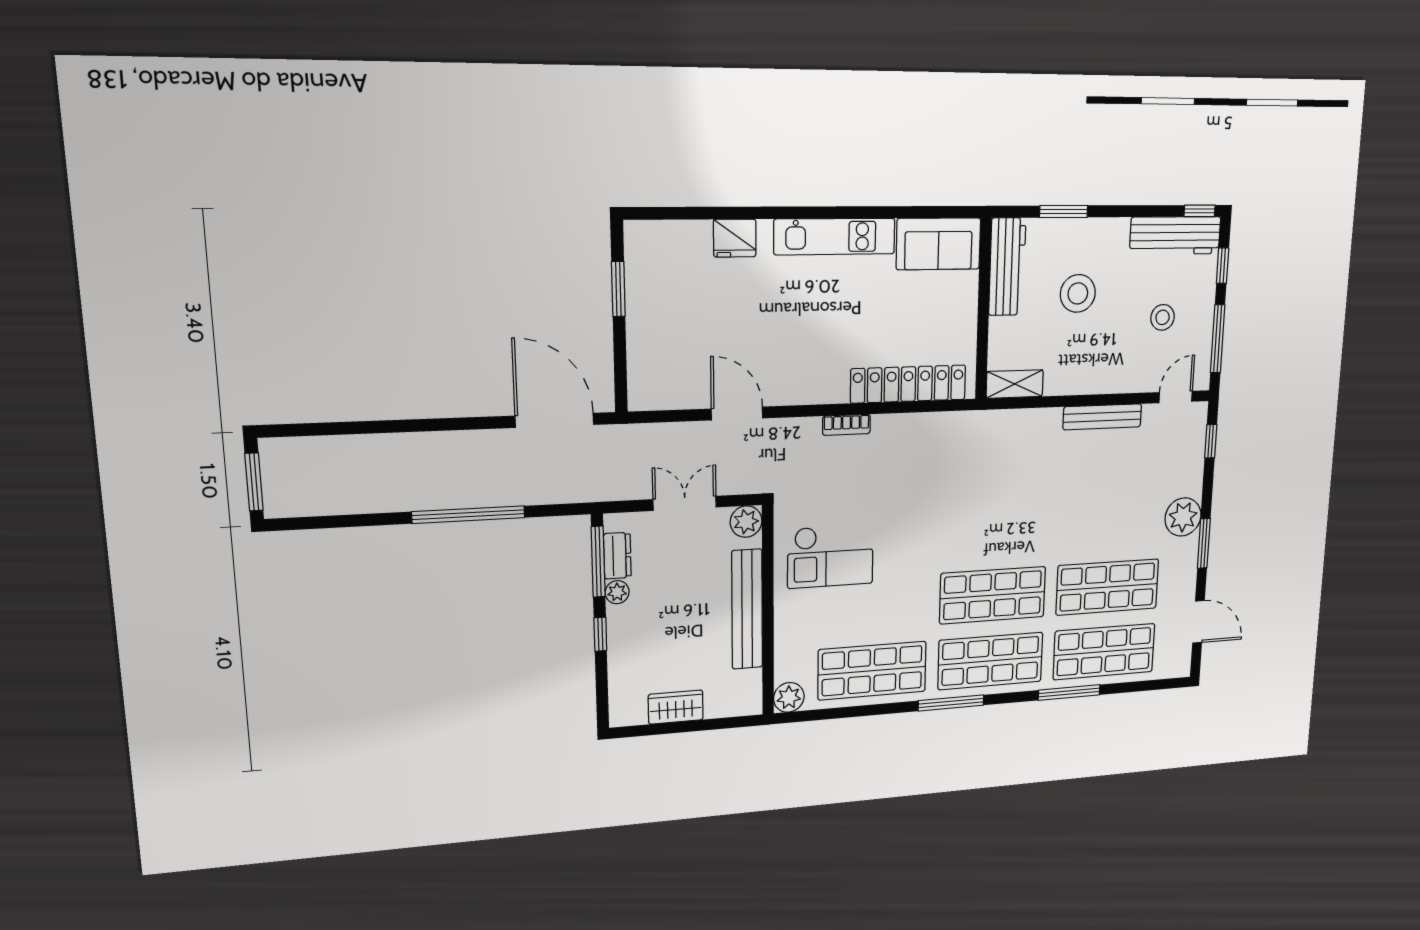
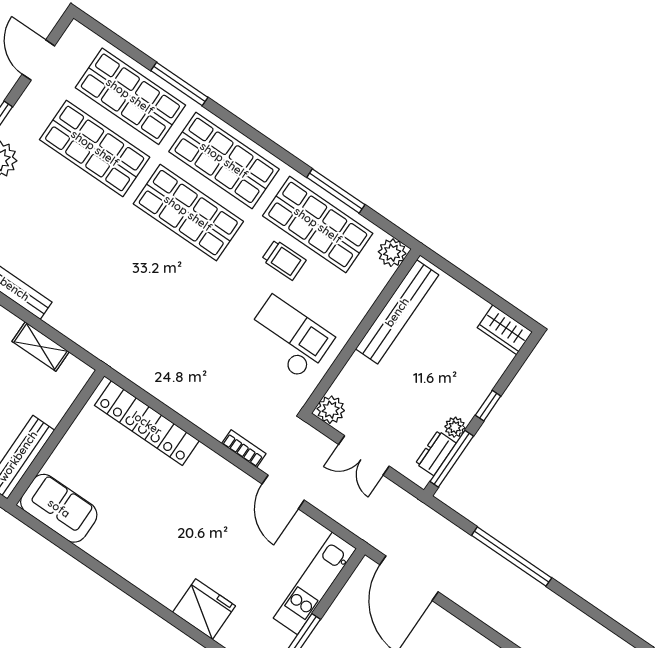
kitchen unit: (835, 237) -> (315, 583), moved, turned -90
fridge: (735, 238) -> (204, 609), width x1.36, depth x1.34
shelving: (1015, 384) -> (41, 347), moved
bookcase: (846, 425) -> (244, 449), moved
bench: (747, 609) -> (397, 312), moved
trolley: (881, 619) -> (284, 260), added
window: (951, 703) -> (336, 191), moved
wardrobe: (676, 707) -> (505, 330), moved

